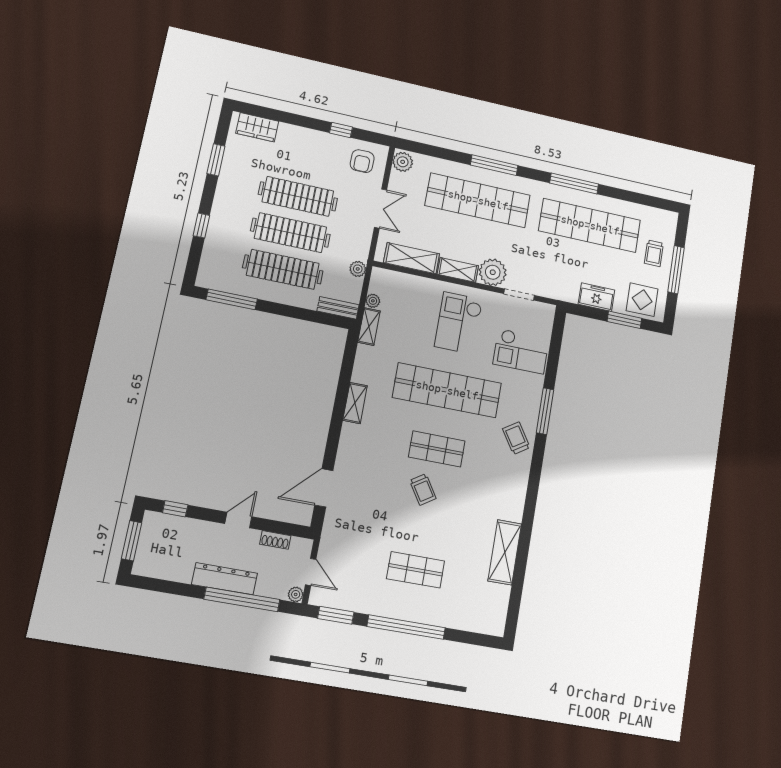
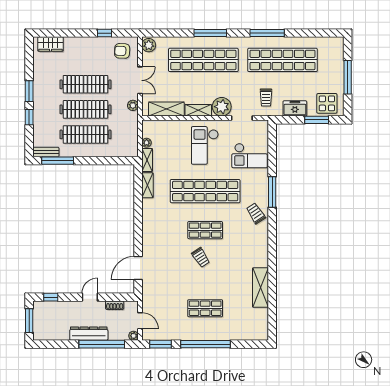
window: (216, 160) -> (29, 91), moved
armchair: (362, 161) -> (122, 51), turned 93
trolley: (654, 253) -> (266, 98), moved
plant: (358, 269) -> (133, 105), moved
bench: (338, 308) -> (46, 152), moved
shelving: (355, 403) -> (148, 185), moved

